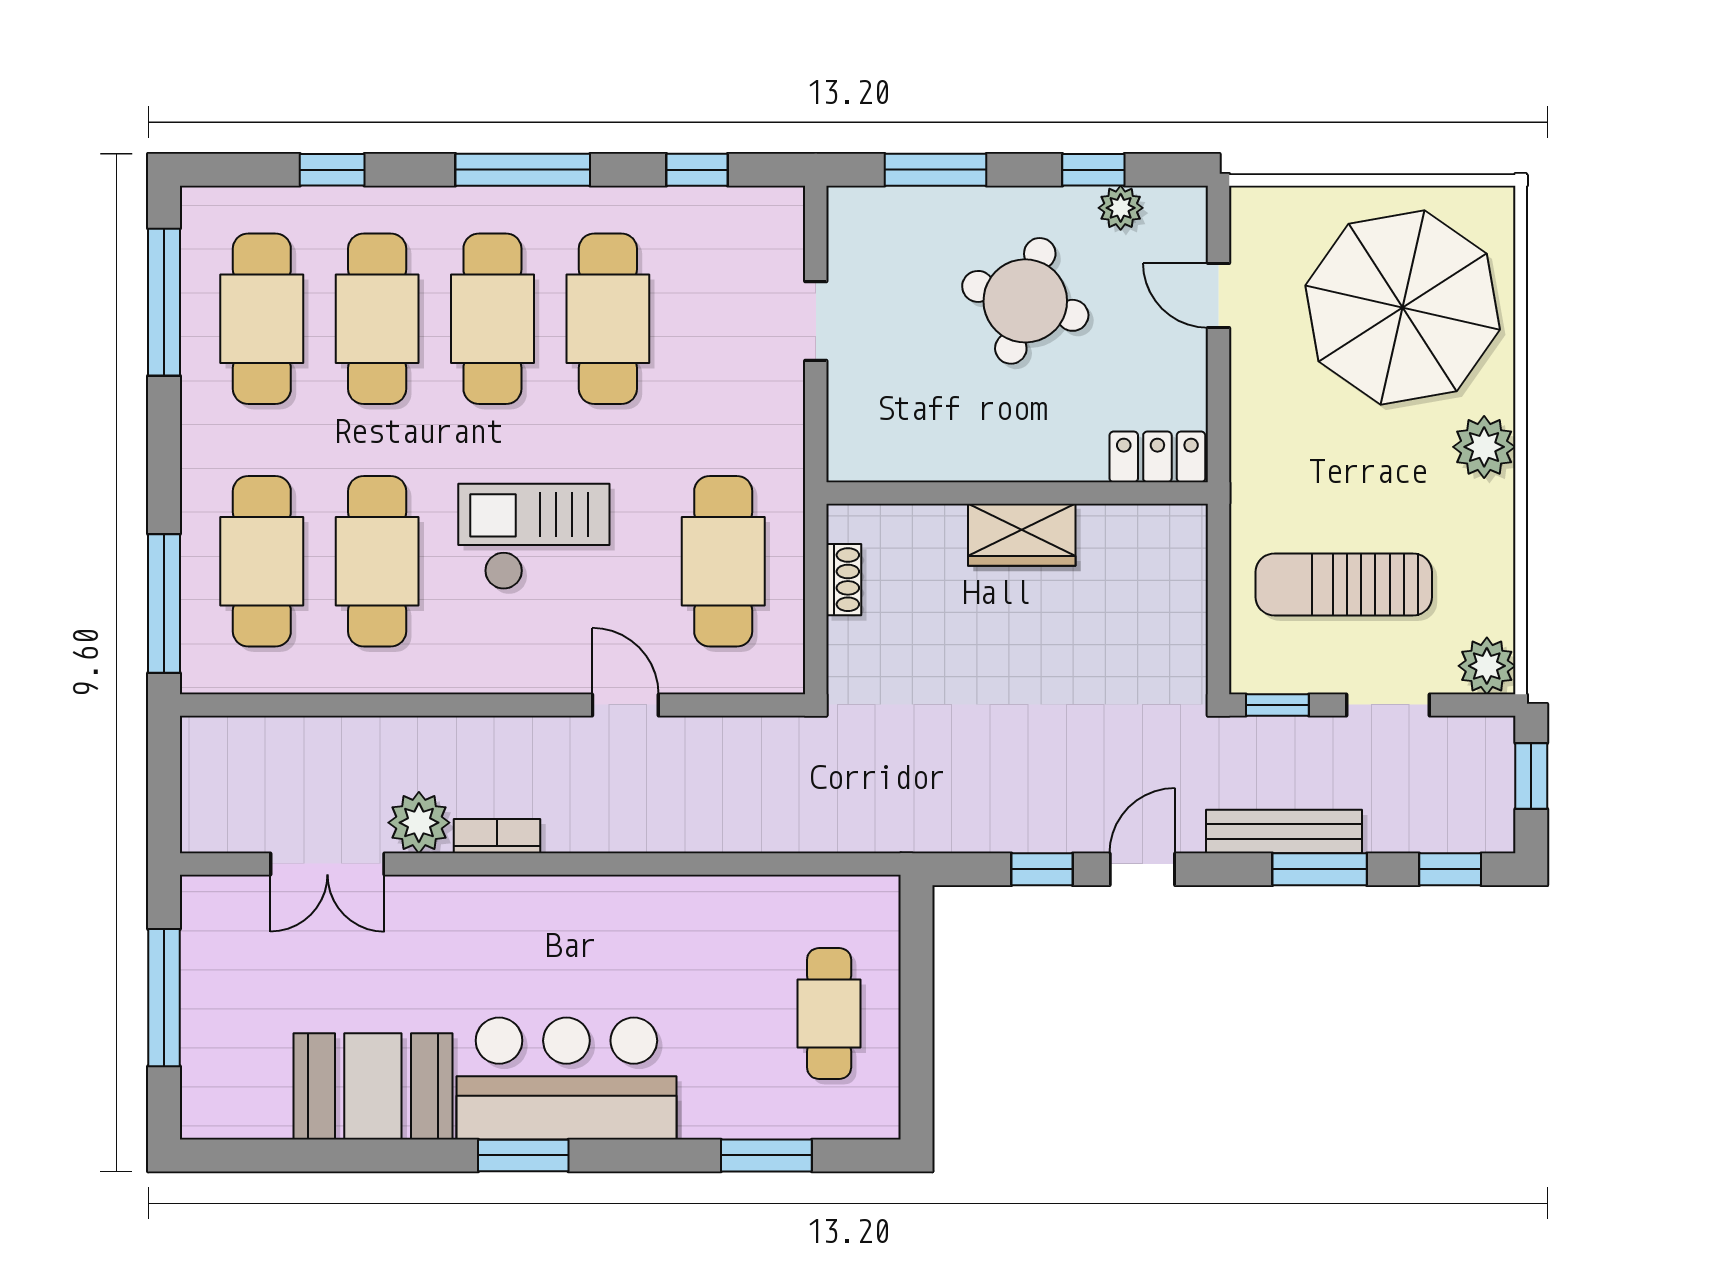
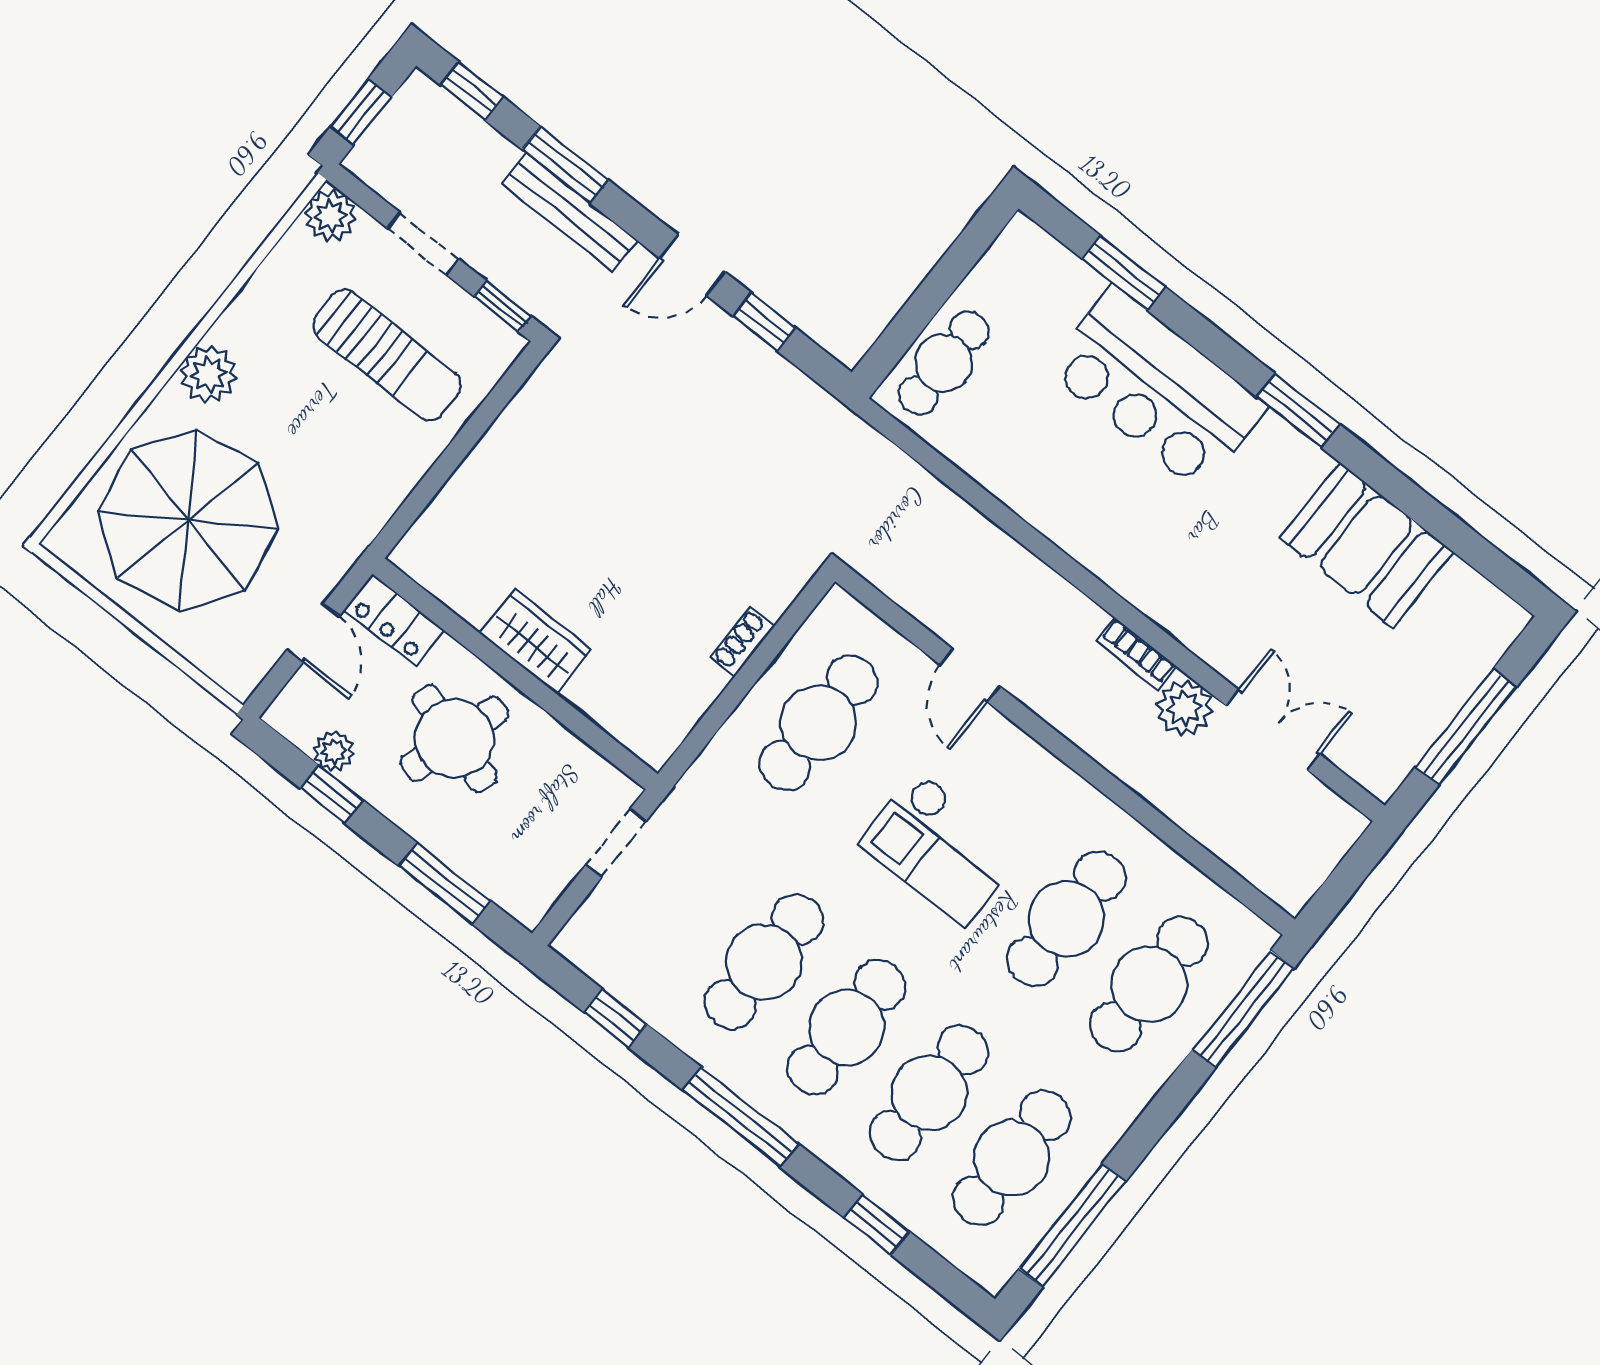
locker: (1157, 457) -> (394, 620), moved
wall: (1017, 493) -> (515, 674), moved
wardrobe: (1022, 535) -> (536, 641), moved
cafe table: (829, 1014) -> (944, 363), moved
bar counter: (566, 1078) -> (1156, 388), moved

